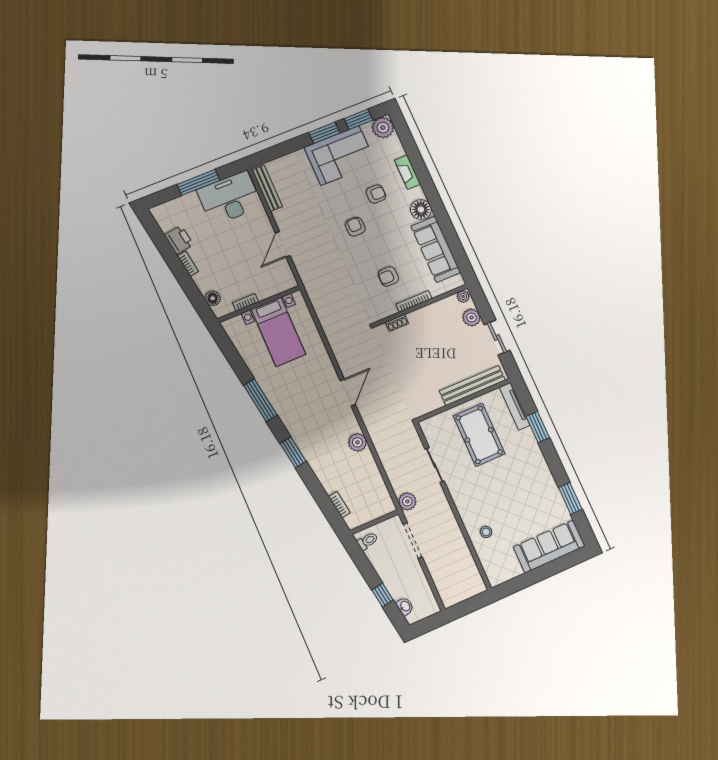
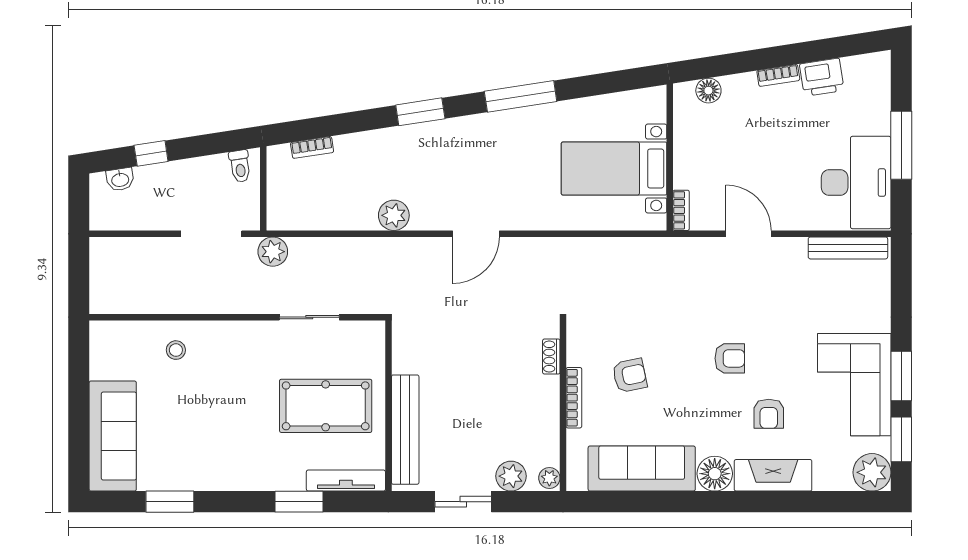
fireplace: (407, 172) -> (773, 475), width x1.37, depth x1.32
armchair: (388, 276) -> (630, 375), turned 78
bookcase: (246, 302) -> (681, 210), moved
door: (348, 392) -> (476, 234), hinge flipped

